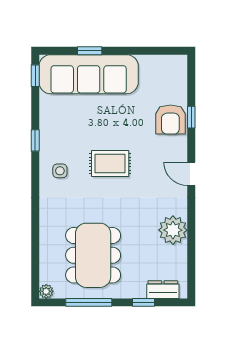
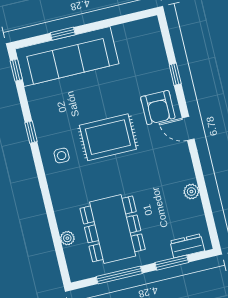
armchair: (170, 119) -> (158, 107), moved
rug: (110, 164) -> (108, 137), width x1.36, depth x1.43
plant: (173, 230) -> (191, 192), width x0.53, depth x0.53
plant: (46, 291) -> (67, 238), moved
window: (144, 302) -> (172, 263), width x1.50

